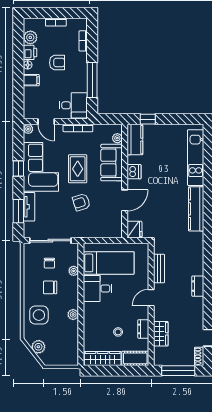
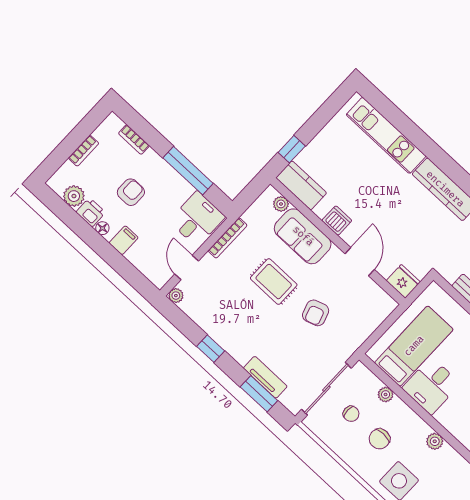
door: (46, 122) -> (187, 268), swing flipped
corner sofa: (41, 167) -> (233, 321), removed

